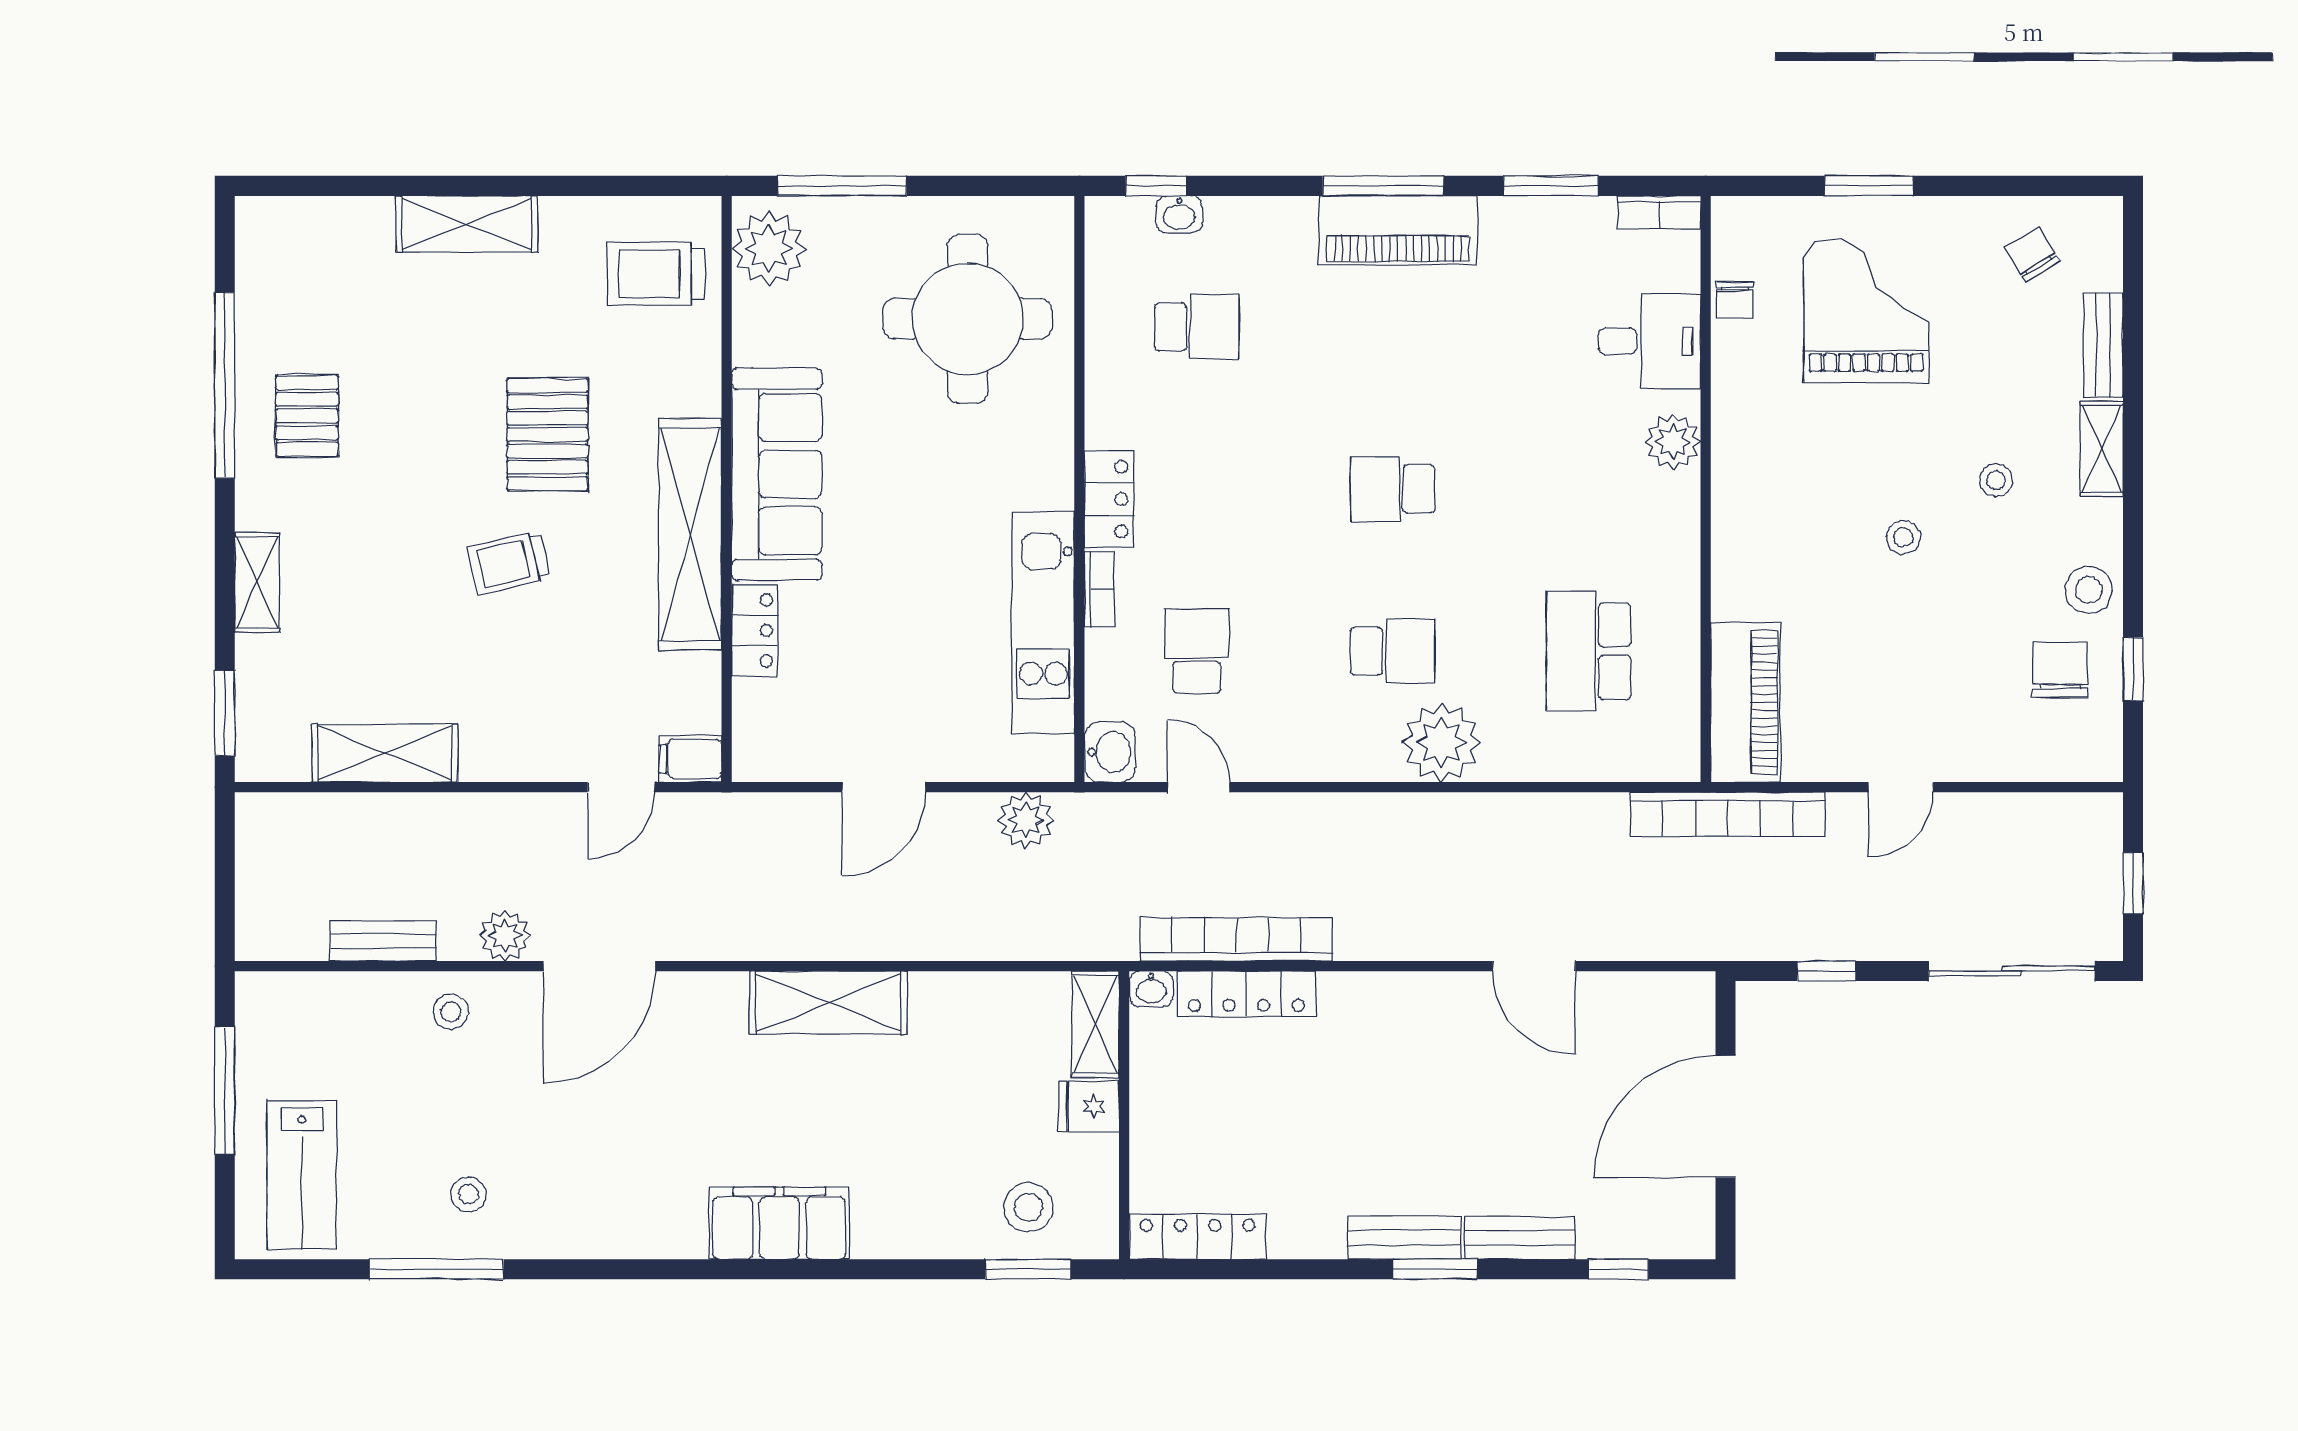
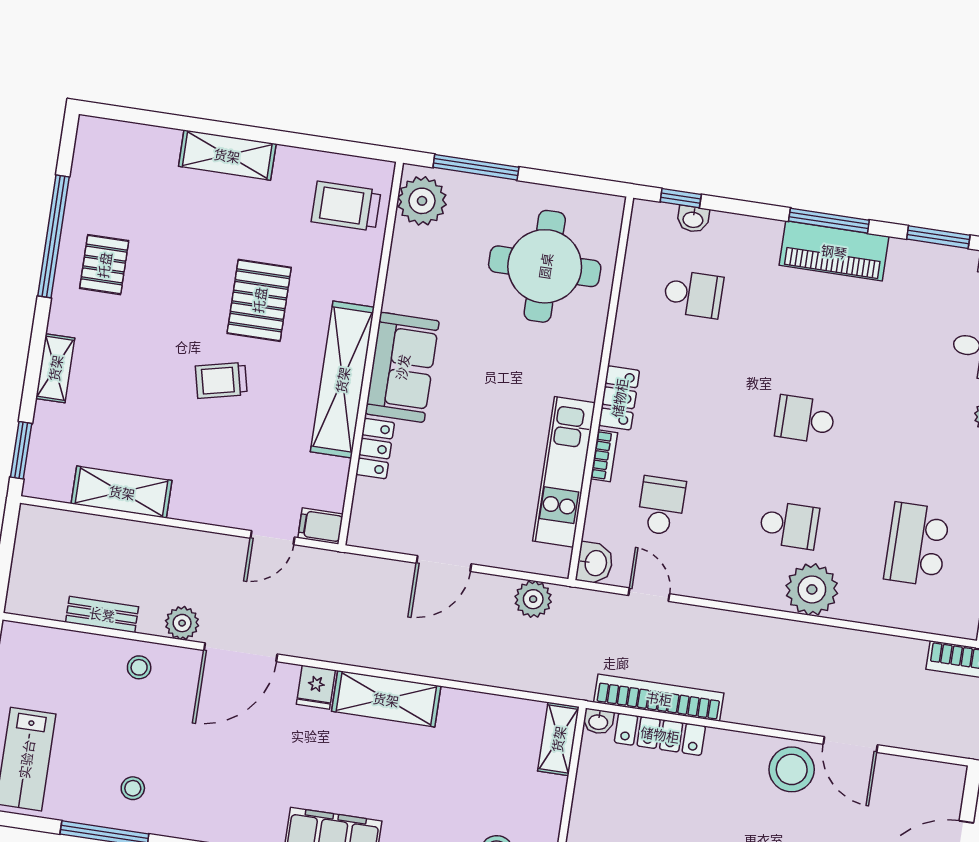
sofa: (777, 474) -> (402, 367), width x0.73
stool: (1452, 1017) -> (792, 769), added
fridge: (1089, 1106) -> (316, 687), moved, turned -90

